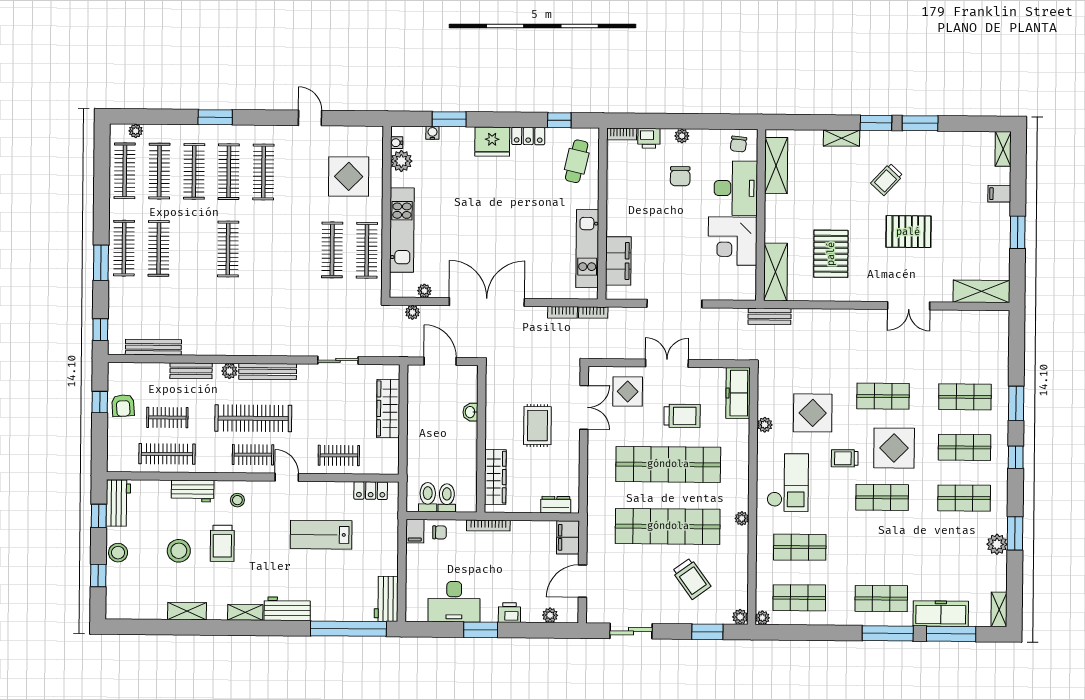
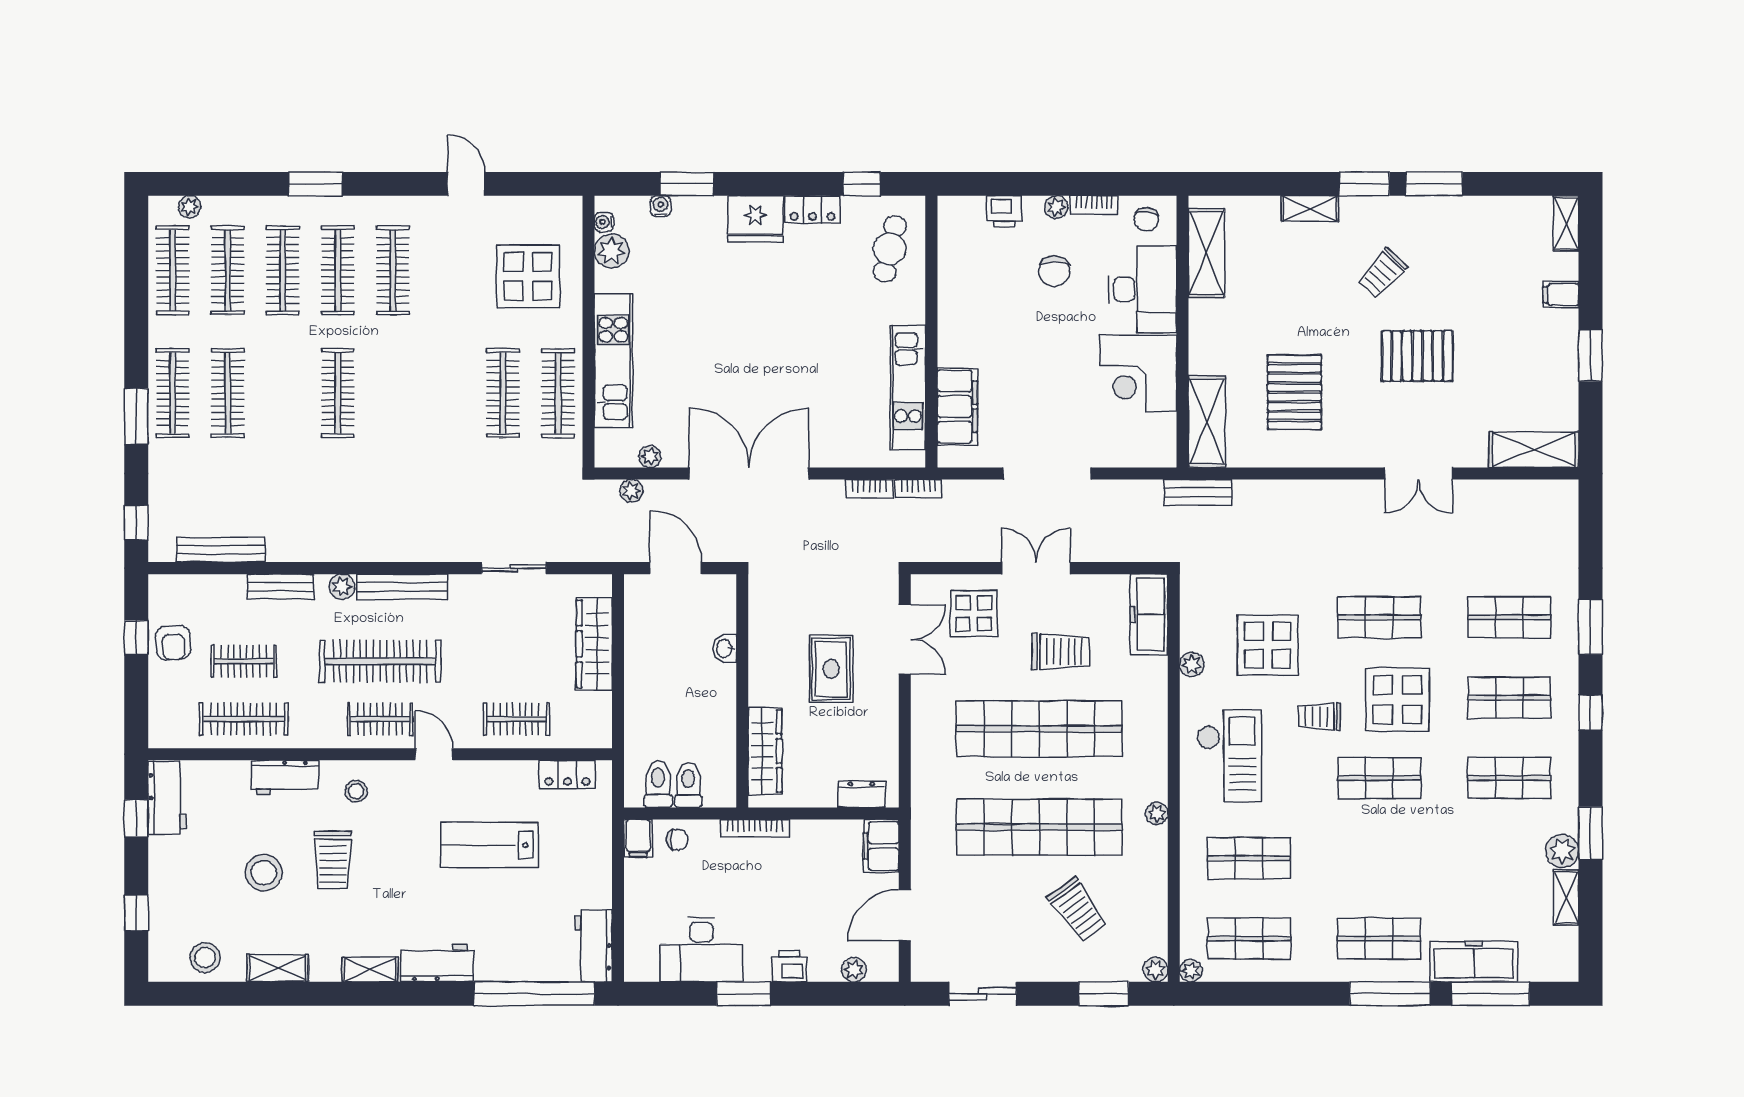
bookcase: (622, 134) -> (1094, 205), moved
stool: (118, 553) -> (205, 958), moved
shelving: (999, 609) -> (1566, 898), moved

